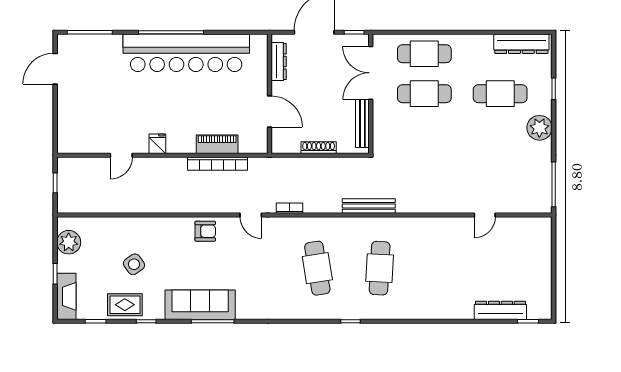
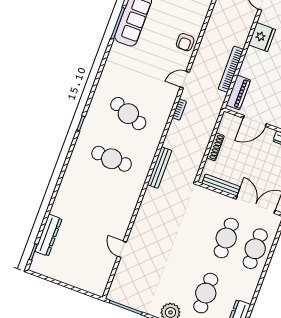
fridge: (157, 144) -> (262, 37), width x1.88, depth x1.34
piano: (217, 144) -> (238, 93), moved
cafe table: (317, 268) -> (128, 114), turned 30

